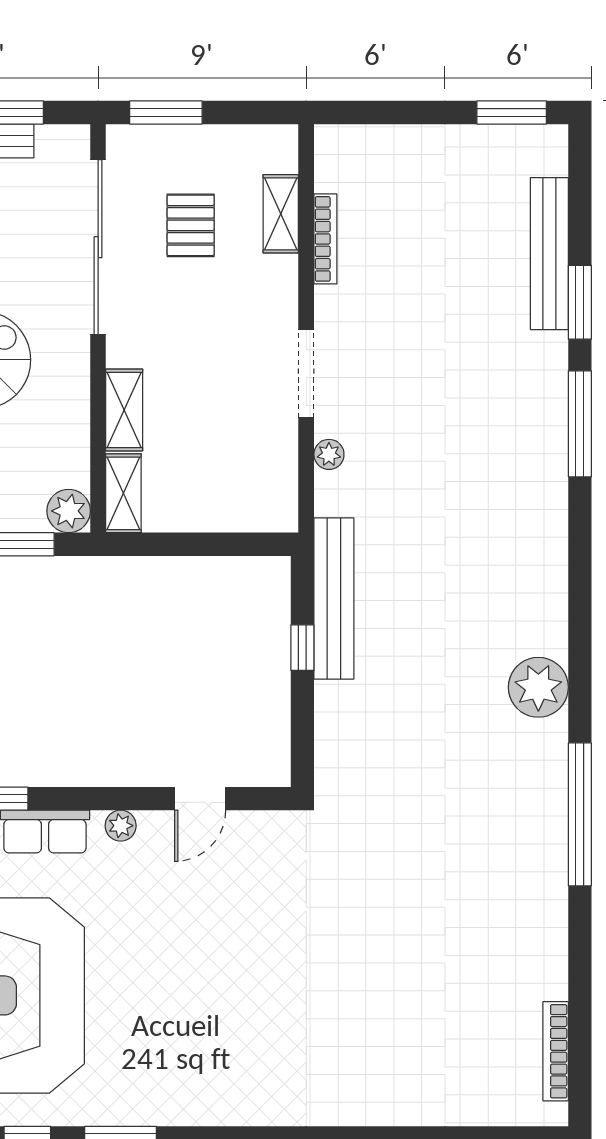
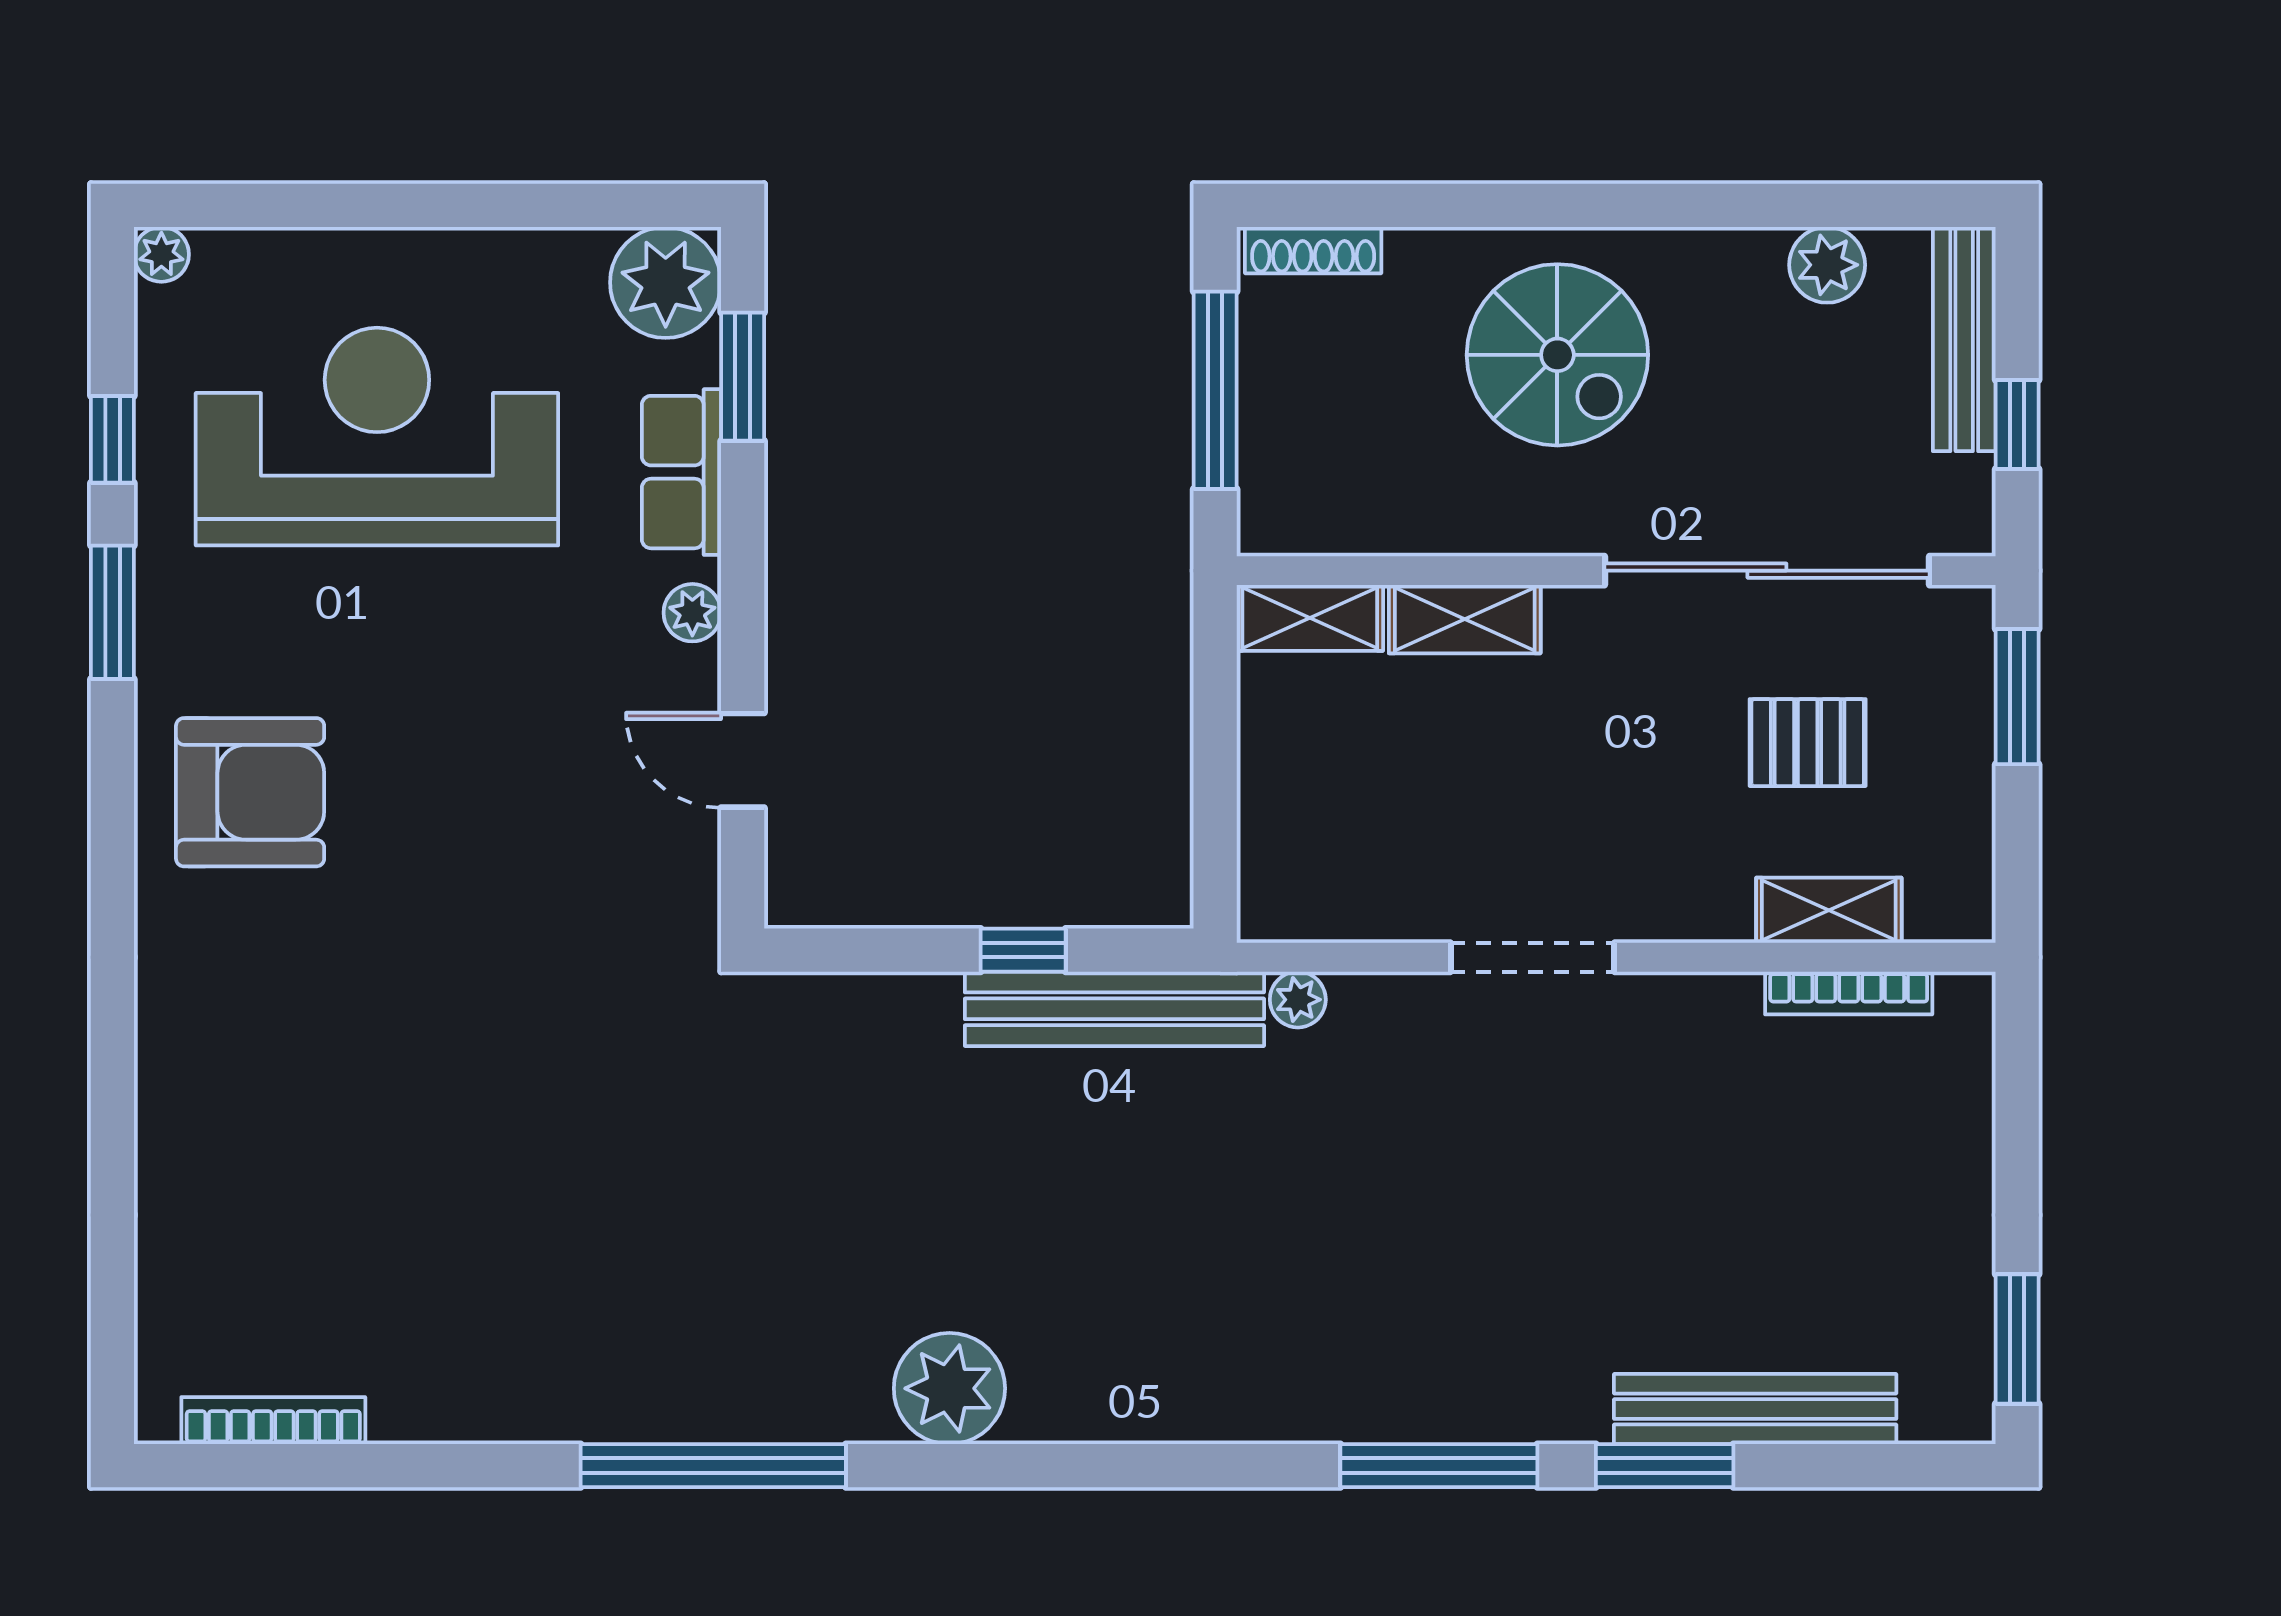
bookcase: (325, 239) -> (1849, 993), moved
plant: (329, 454) -> (1298, 1000), moved
plant: (69, 511) -> (1277, 516), removed
armchair: (217, 1064) -> (250, 792), added

